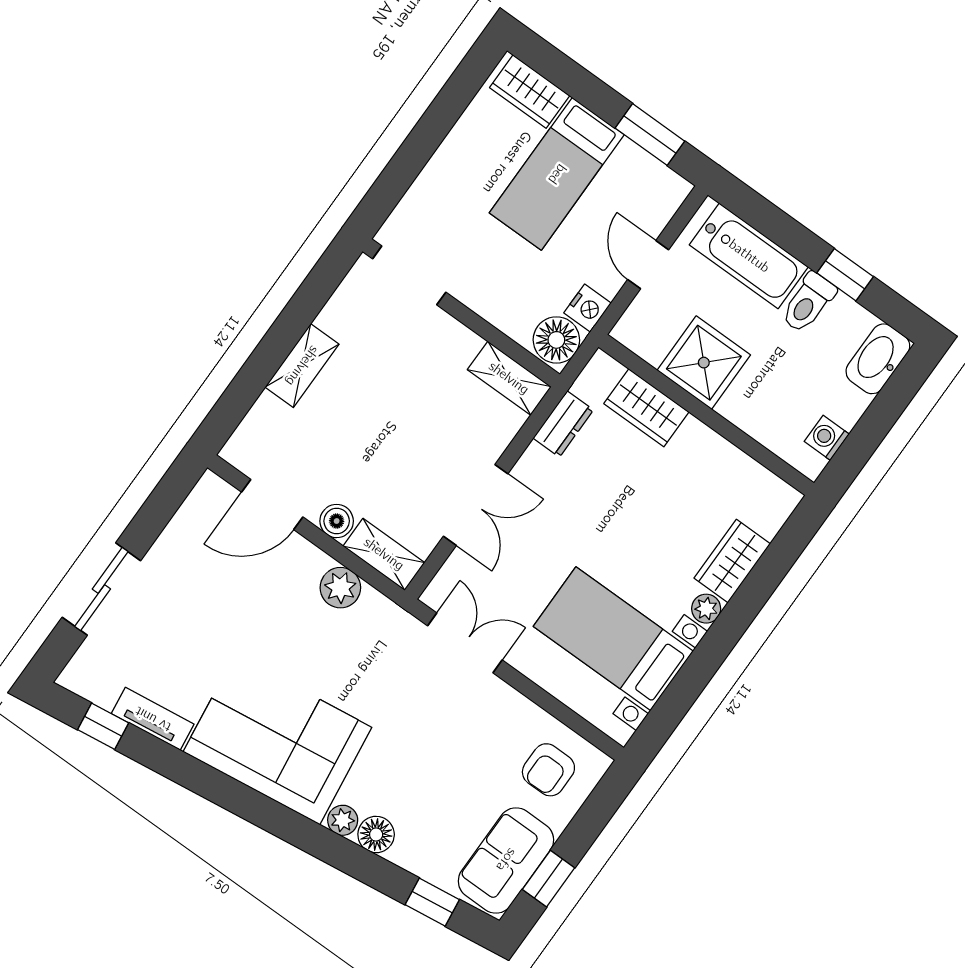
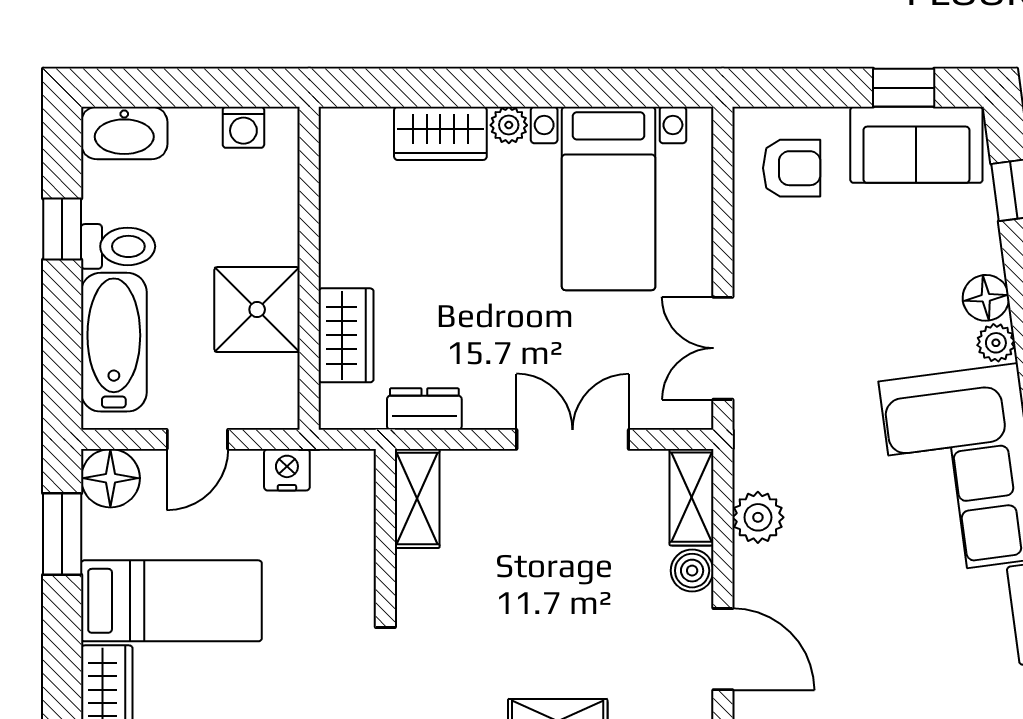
floor lamp: (556, 340) -> (110, 478), moved

